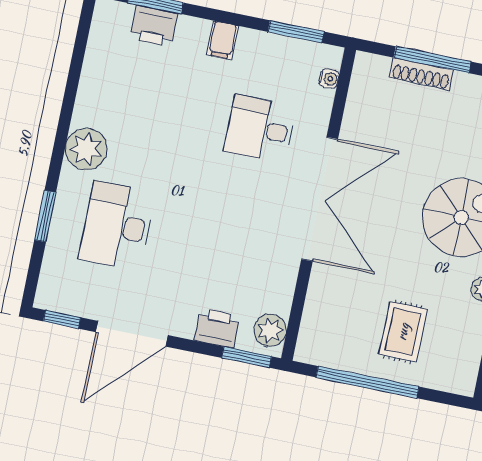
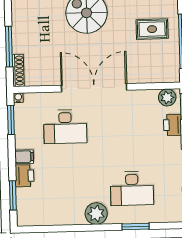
printer: (154, 26) -> (25, 176), moved
shoe rack: (421, 74) -> (18, 71), moved
water cooler: (329, 79) -> (18, 98), moved
desk: (260, 129) -> (65, 127), width x1.37

